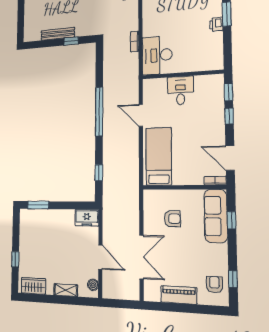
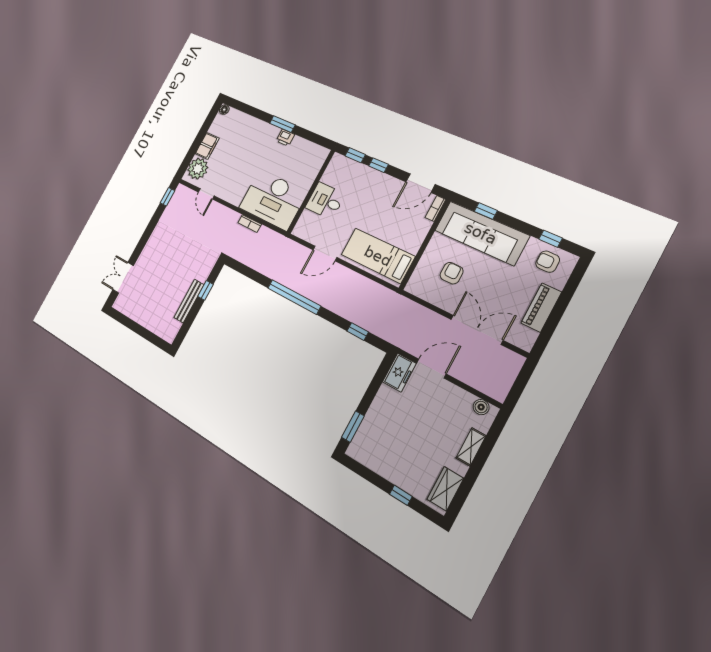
desk: (157, 55) -> (273, 200), width x1.36, depth x1.30
sofa: (216, 216) -> (481, 233), width x1.36, depth x1.27
door: (100, 257) -> (431, 368), moved

